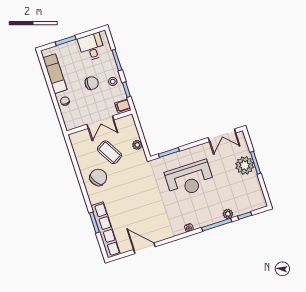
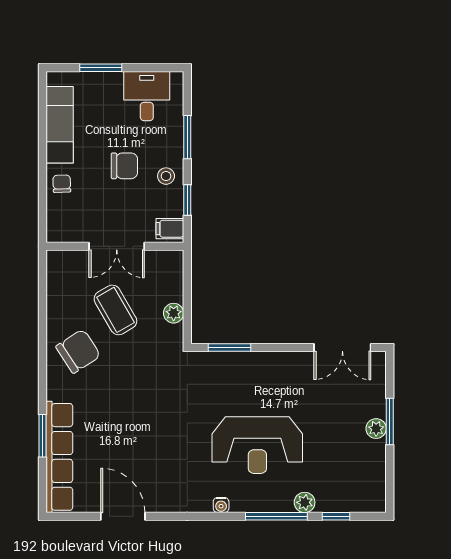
plant: (245, 165) -> (376, 429), width x0.53, depth x0.53
reception desk: (189, 179) -> (257, 445), moved

